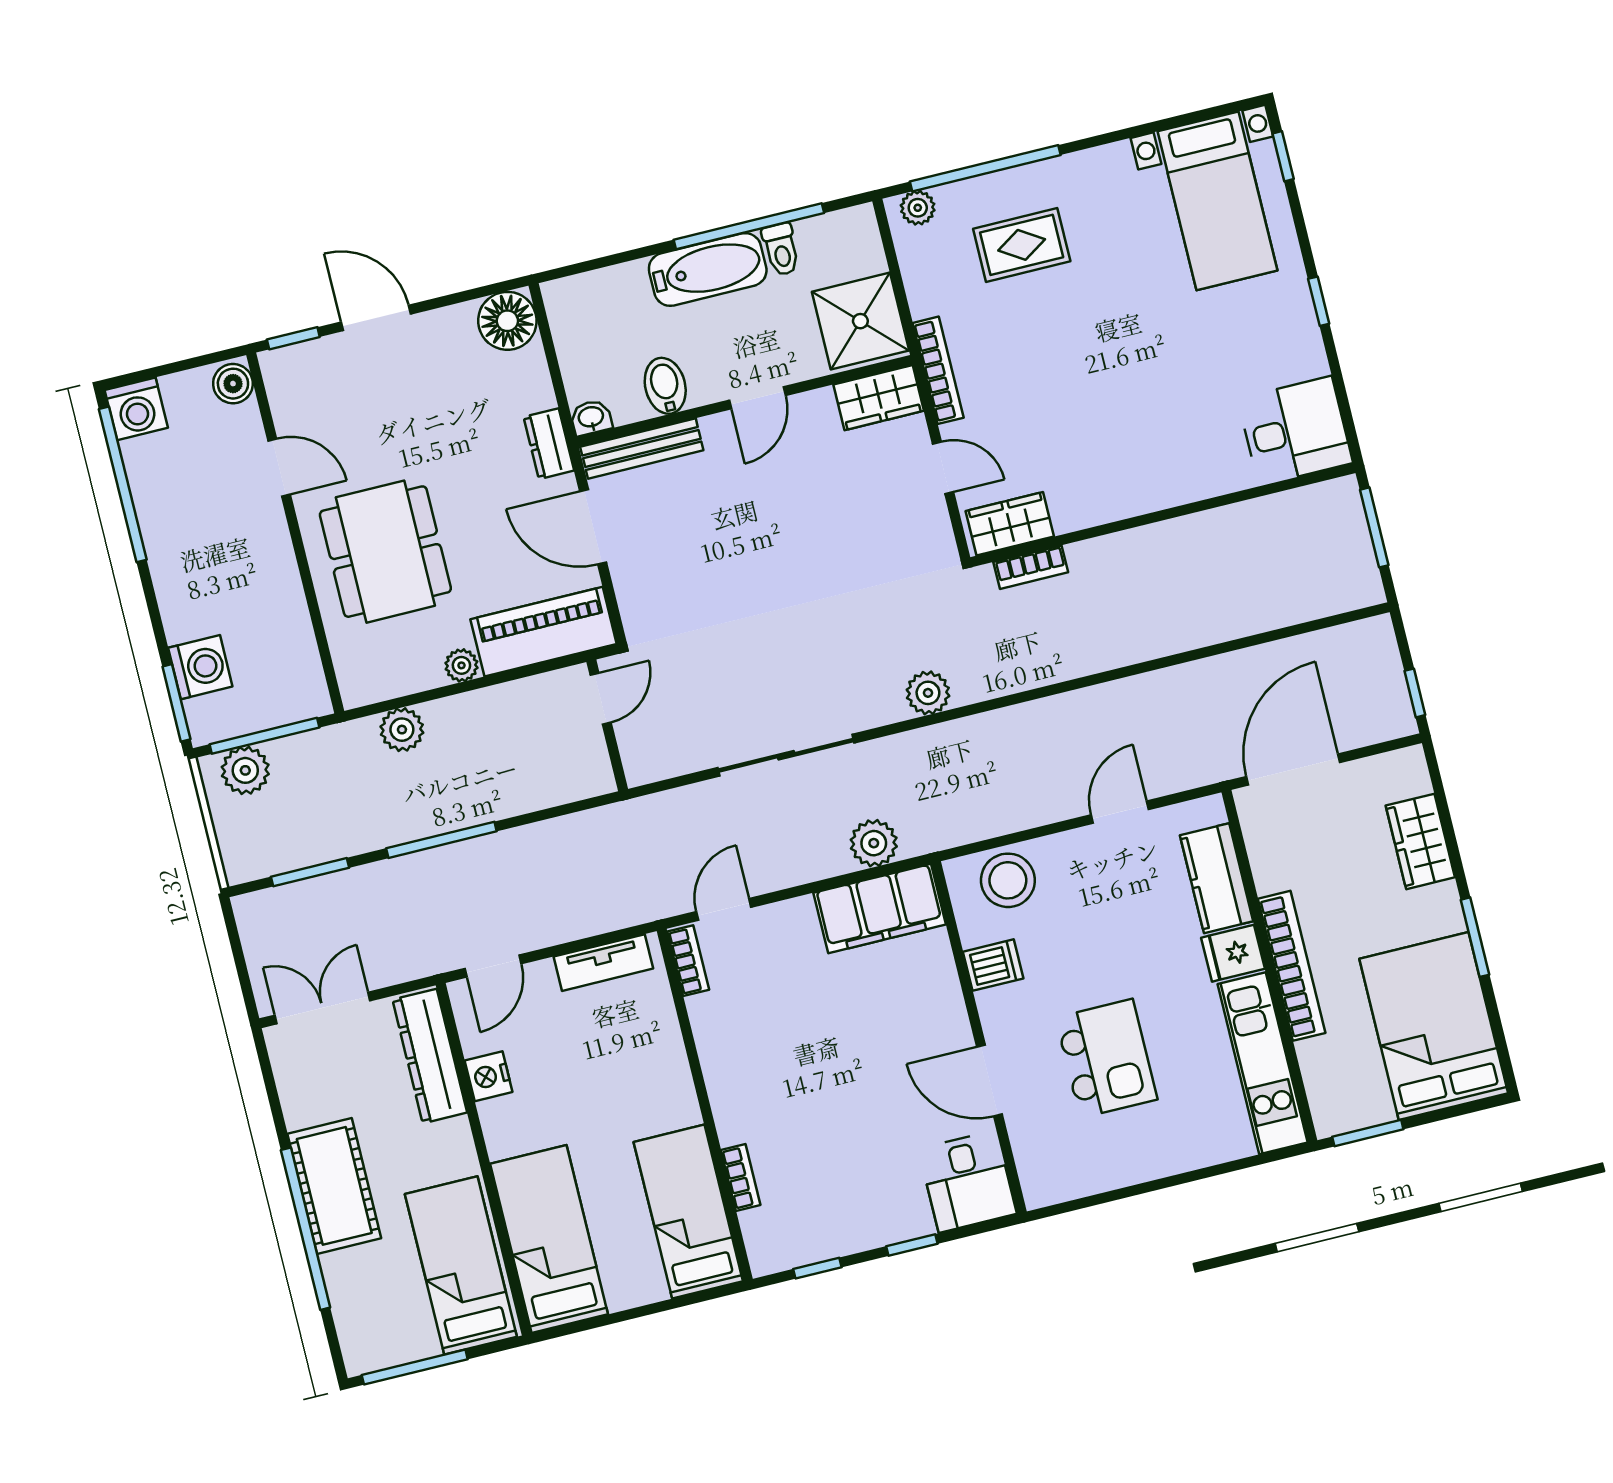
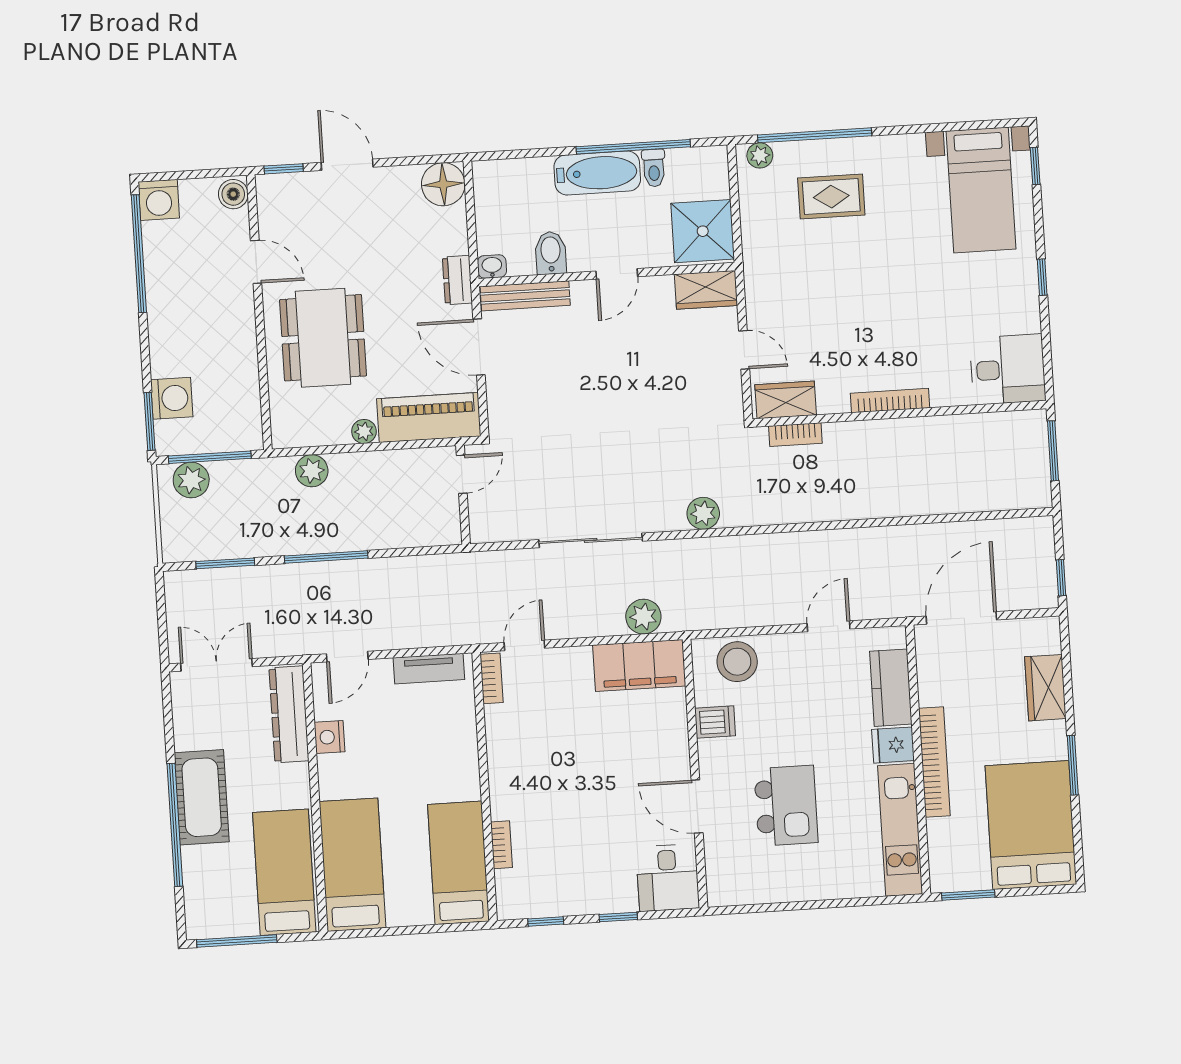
bookcase: (938, 370) -> (890, 401), moved, turned -90

